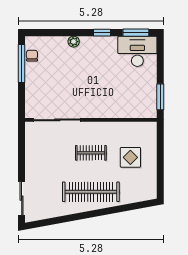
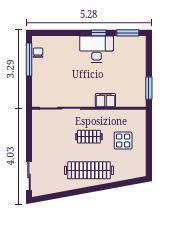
plant: (74, 42) -> (74, 41), removed
desk: (137, 51) -> (97, 49), moved
filing cabinet: (110, 111) -> (105, 100), added

